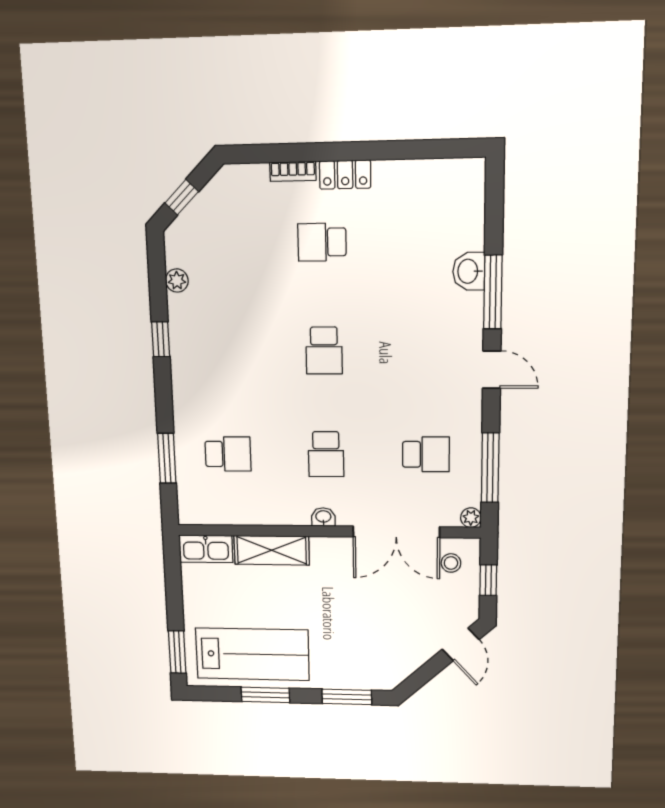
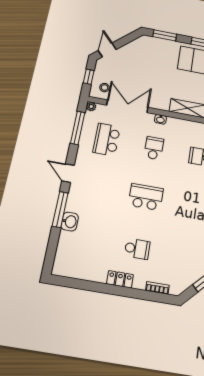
bookcase: (293, 171) -> (157, 288), moved
school desk: (324, 350) -> (146, 197), width x1.85
school desk: (426, 454) -> (107, 140), width x1.85

